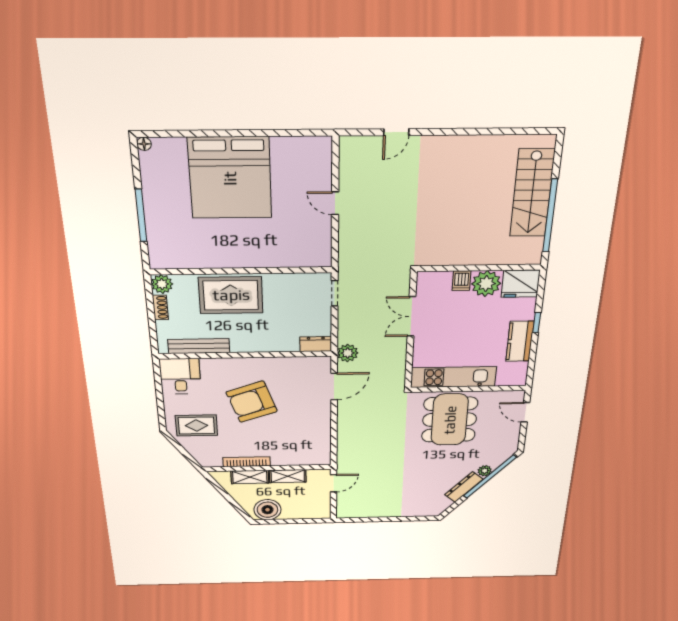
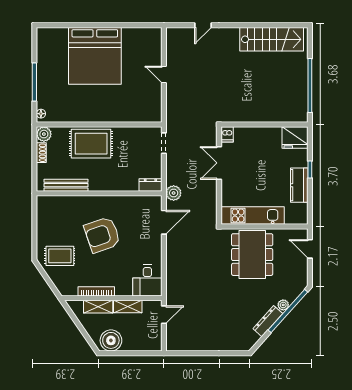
floor lamp: (144, 144) -> (41, 114), moved
stairs: (532, 193) -> (272, 39), moved, turned -90
dishwasher: (461, 281) -> (227, 134), moved
plant: (486, 284) -> (271, 137), removed
desk: (180, 376) -> (147, 280), moved, turned 180

